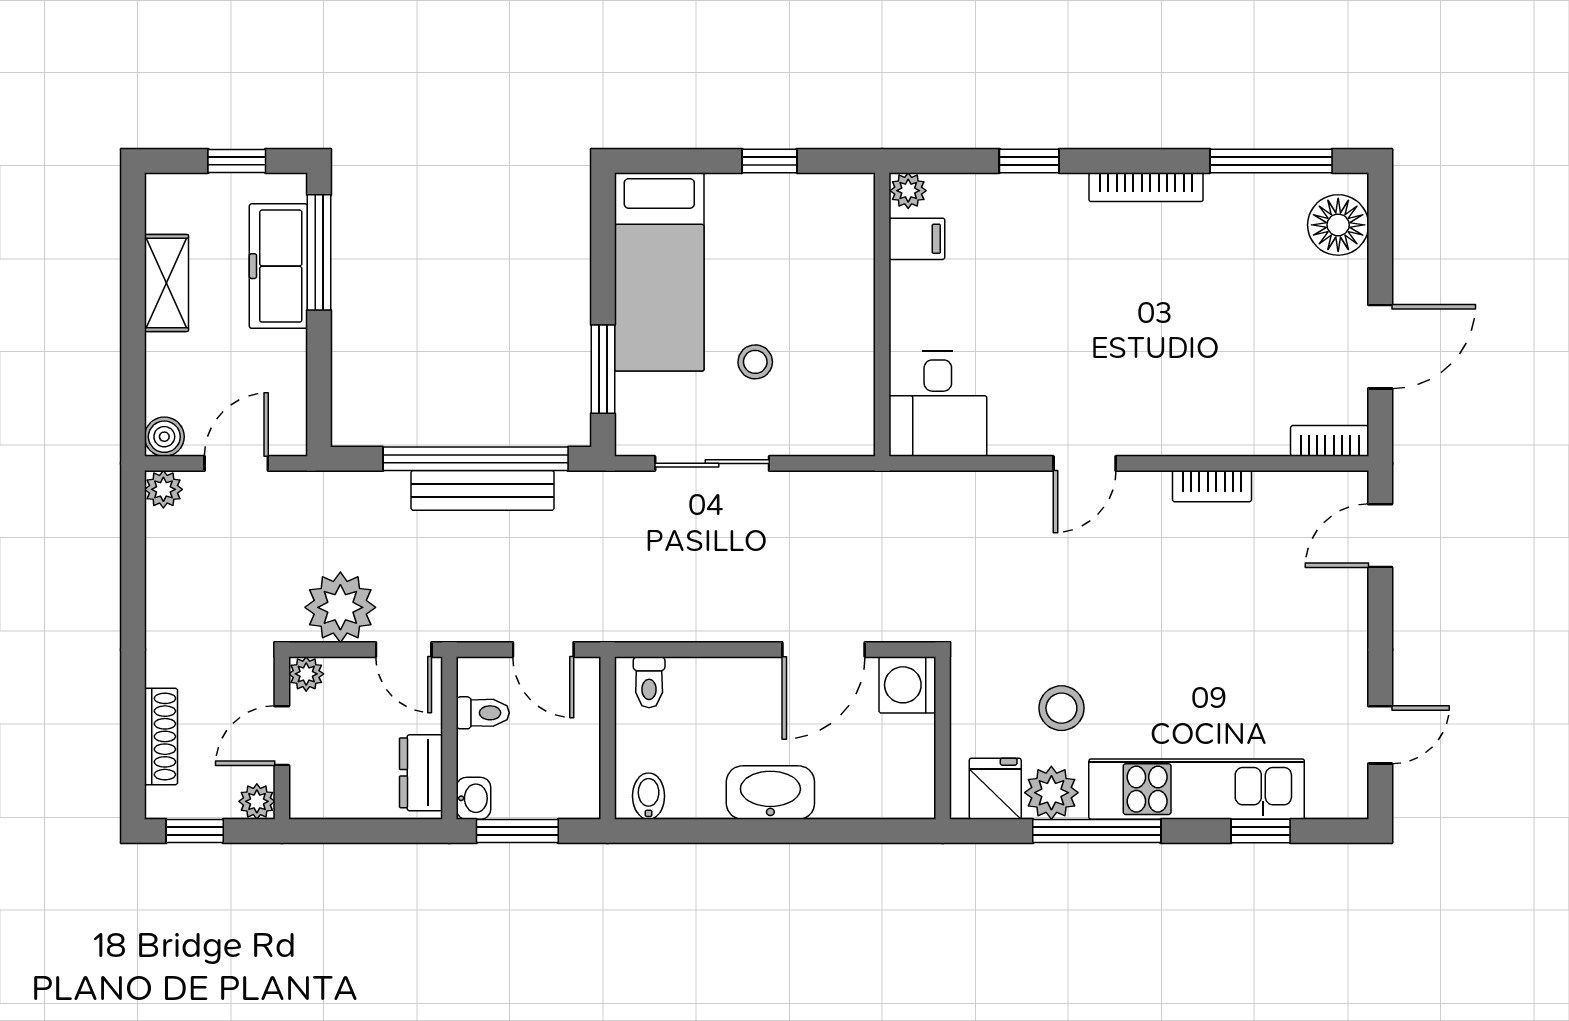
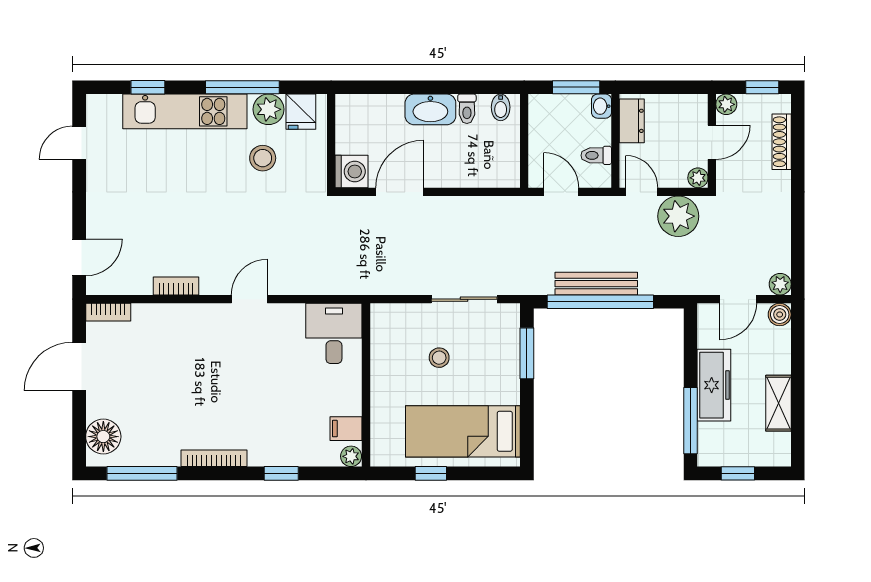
freezer: (278, 266) -> (714, 385), moved
bed: (659, 272) -> (463, 431), moved, turned -90
toilet: (649, 682) -> (467, 109), moved, turned 180

